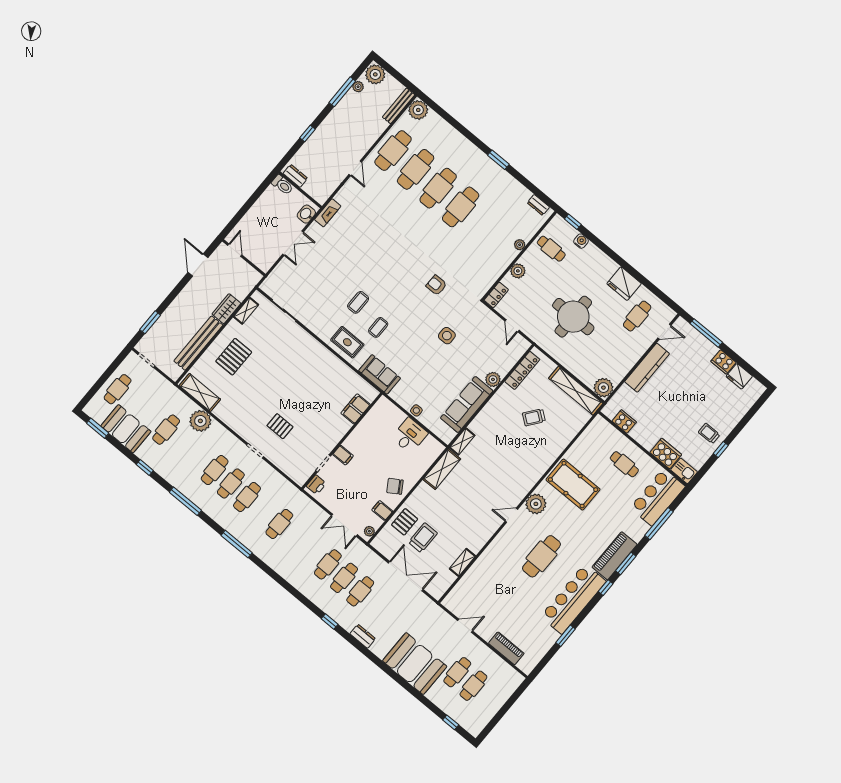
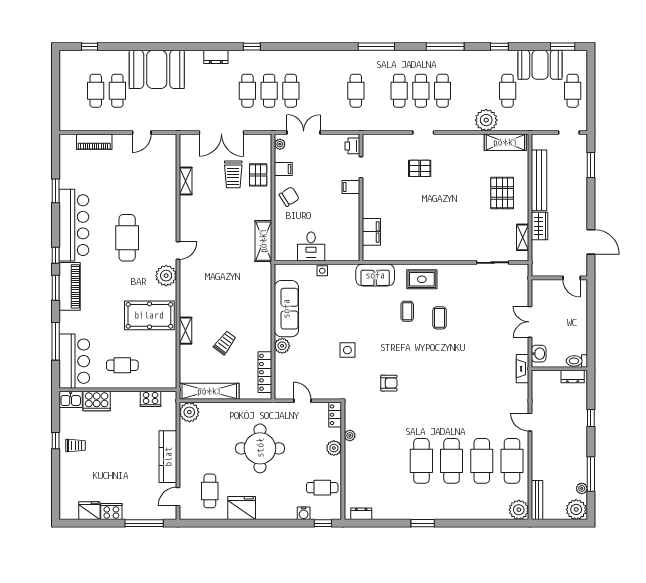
plant: (520, 245) -> (350, 436), moved
shelving: (462, 442) -> (185, 331), moved

